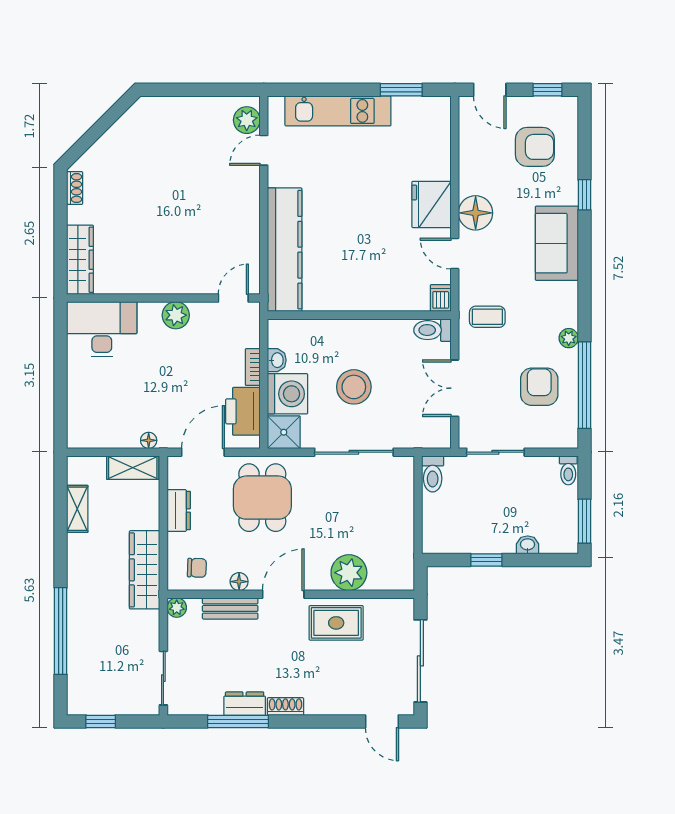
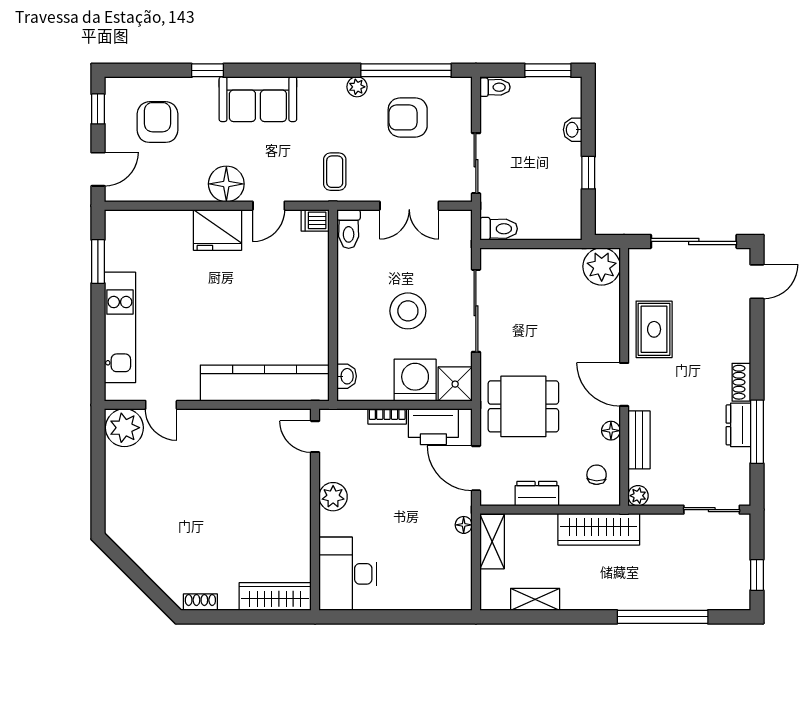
plant: (247, 120) -> (124, 428), width x1.36, depth x1.36
washbasin: (277, 360) -> (347, 376), moved, turned 90
plant: (349, 573) -> (602, 266), moved

